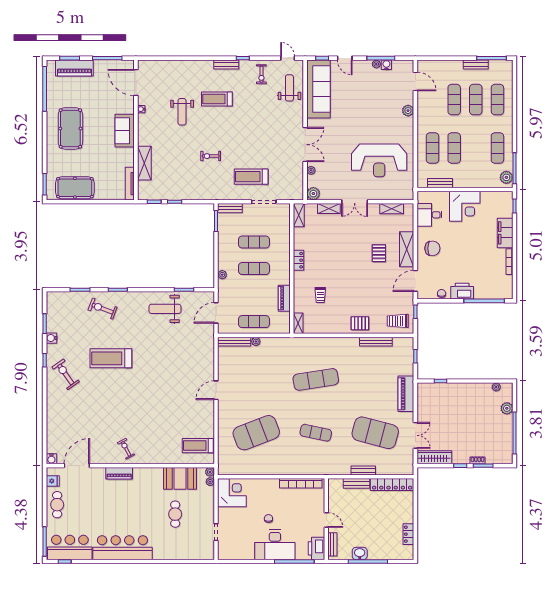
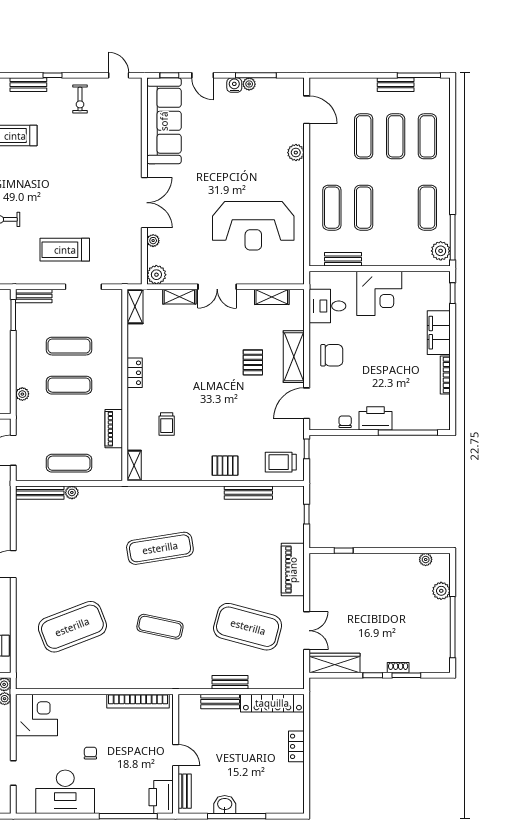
water cooler: (386, 65) -> (234, 85), moved
weight bench: (289, 88) -> (121, 119), removed
locker: (408, 534) -> (296, 746), moved
desk: (275, 545) -> (65, 792), moved

